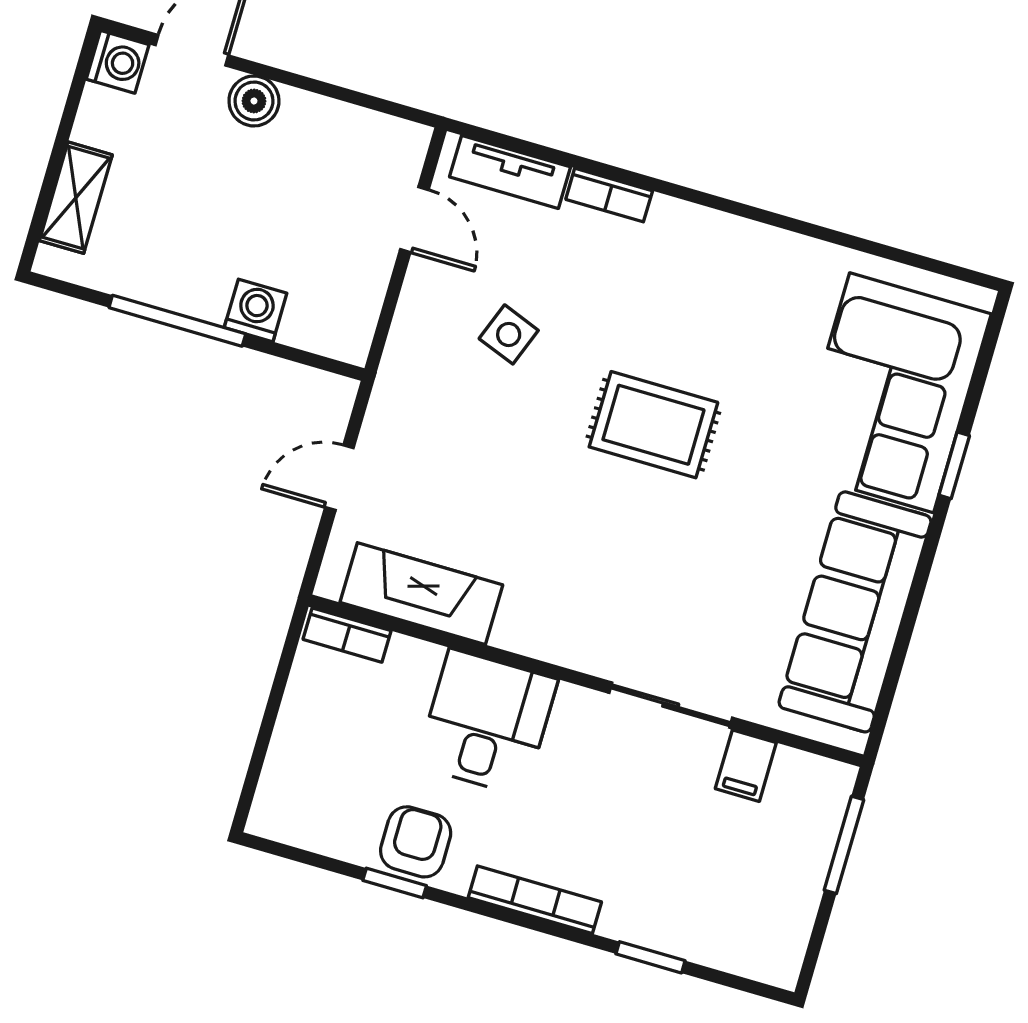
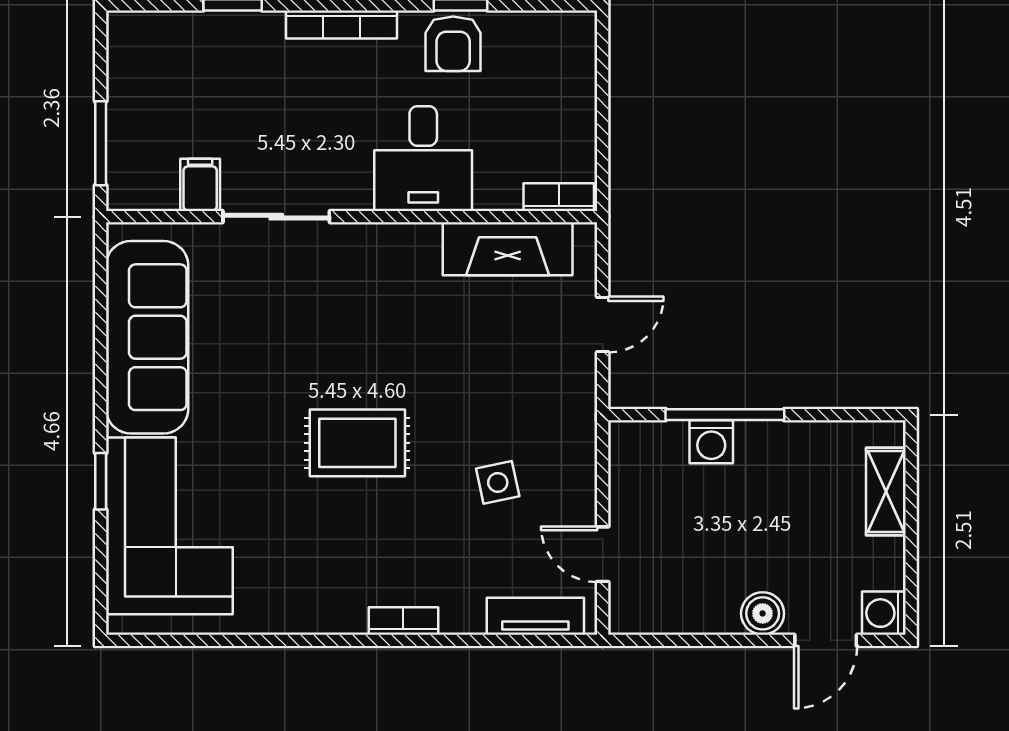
bookcase: (609, 195) -> (403, 621), moved
window: (177, 321) -> (725, 415), moved
side table: (509, 334) -> (498, 482), turned -33

